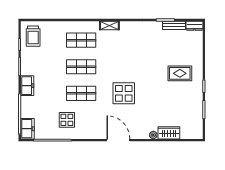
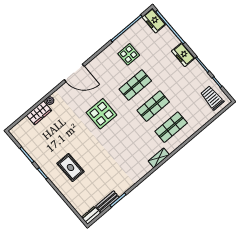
rug: (180, 73) -> (70, 167), turned 90

